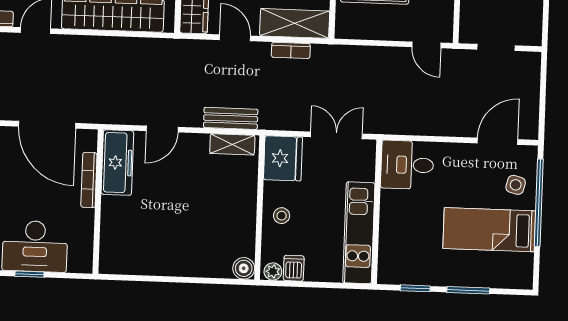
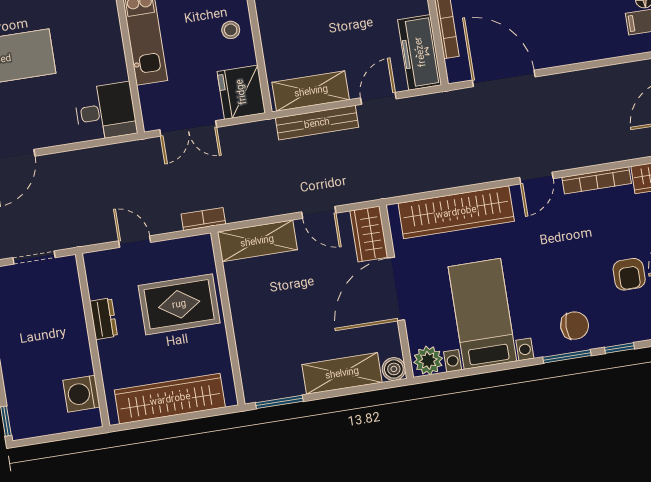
door: (426, 45) -> (135, 242), moved
bookcase: (291, 50) -> (203, 219), moved
bench: (231, 118) -> (317, 123), width x1.36
shelving: (232, 144) -> (311, 91), width x1.50, depth x1.33

